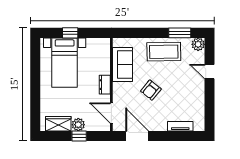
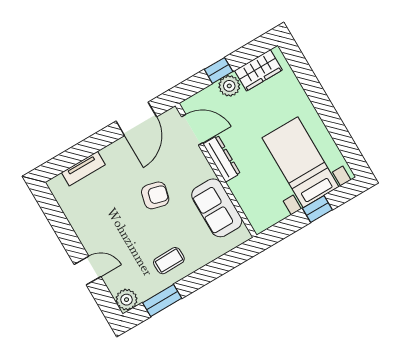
coffee table: (164, 52) -> (169, 261), width x0.54, depth x0.58
dresser: (105, 85) -> (222, 159), width x1.44
armchair: (151, 90) -> (155, 195), turned 66
door: (137, 136) -> (136, 119), hinge flipped

